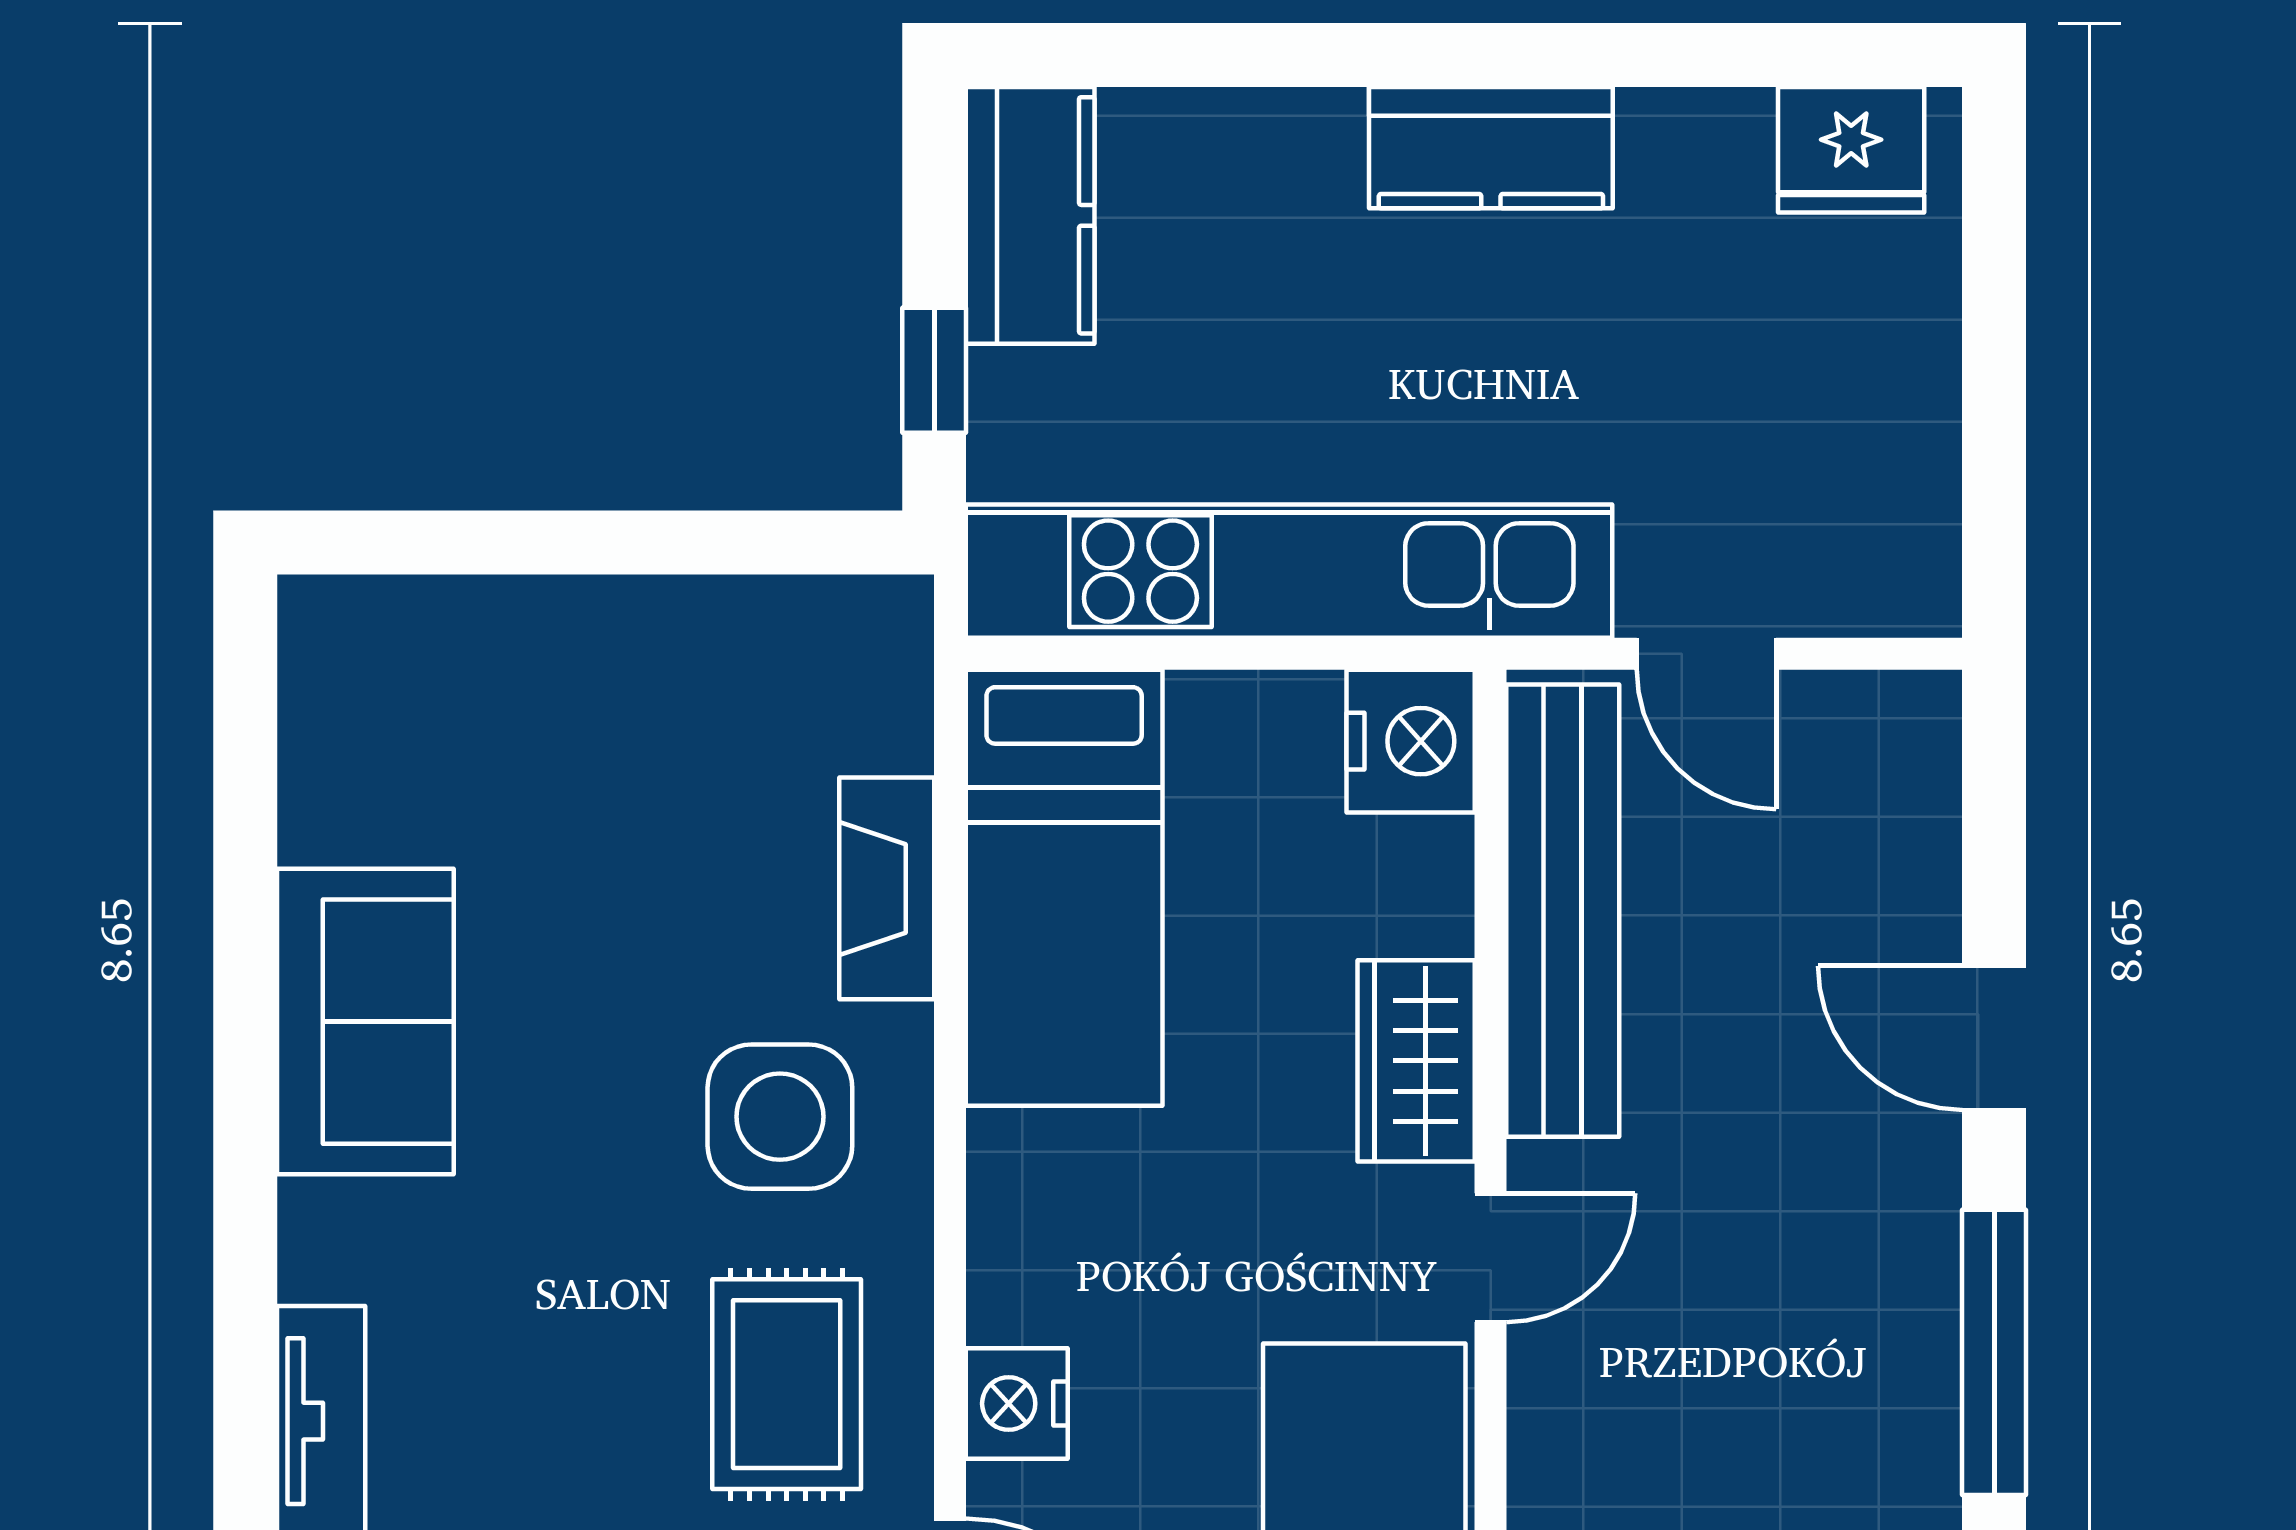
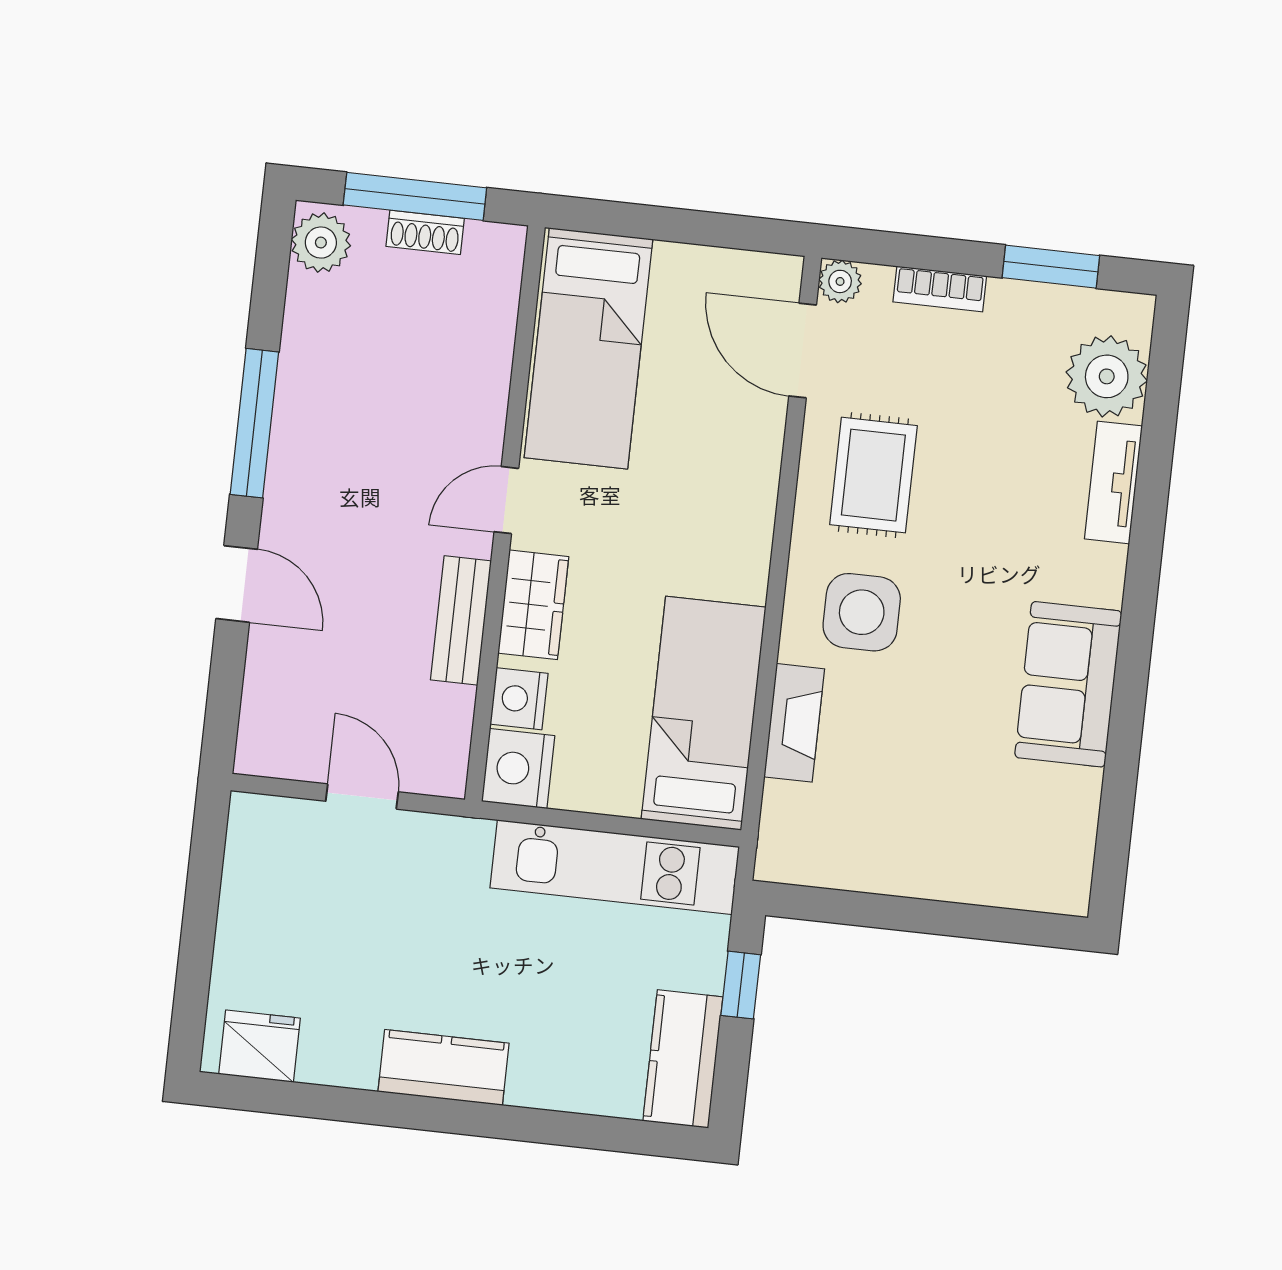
kitchen unit: (1289, 571) -> (615, 867), width x0.73
bench: (1563, 911) -> (461, 620), width x0.54, depth x0.82
nightstand: (1017, 1404) -> (519, 699), moved, turned 180

